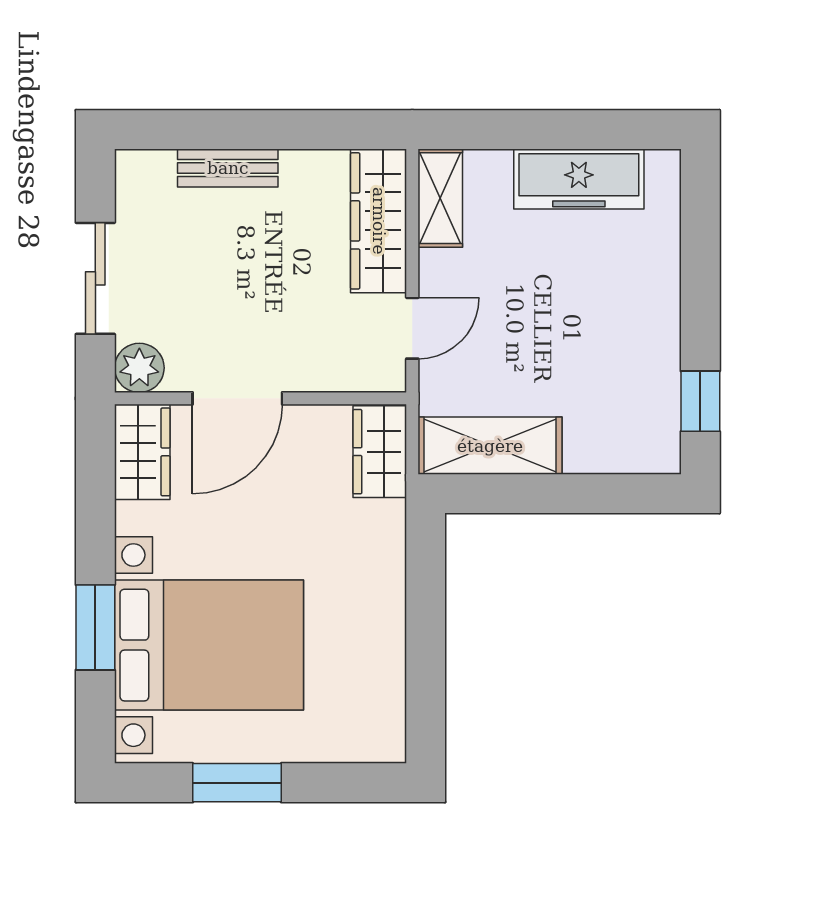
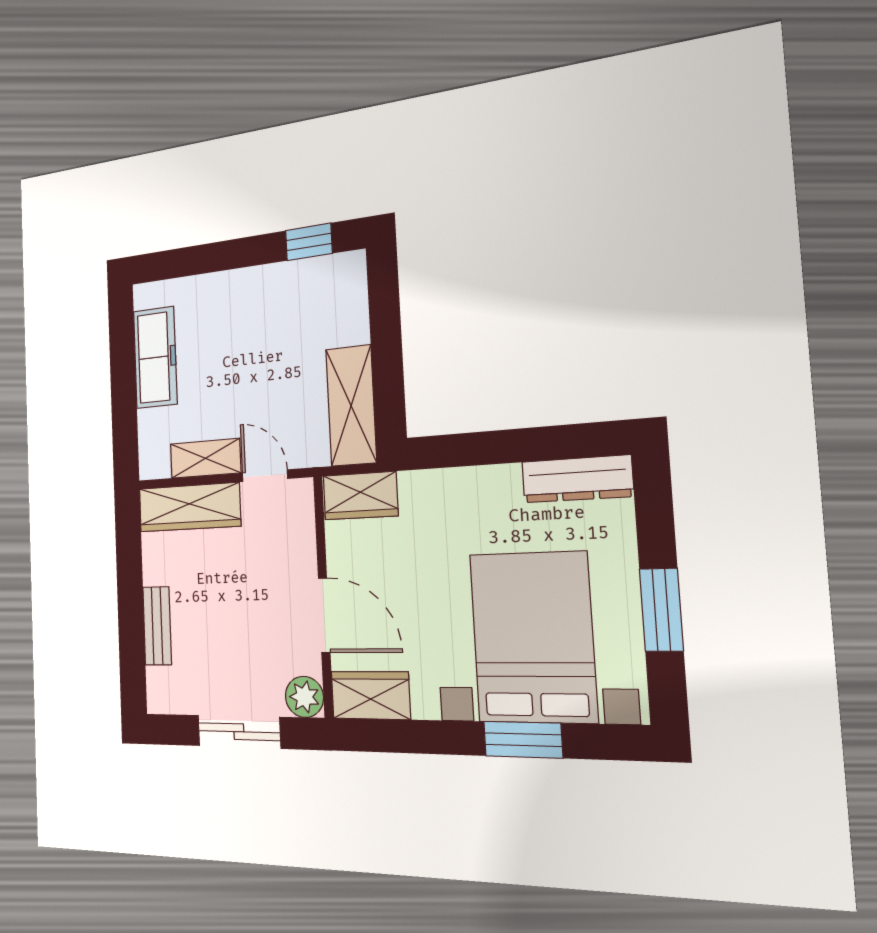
shelving: (440, 198) -> (205, 458), moved
dresser: (383, 704) -> (577, 479), added

